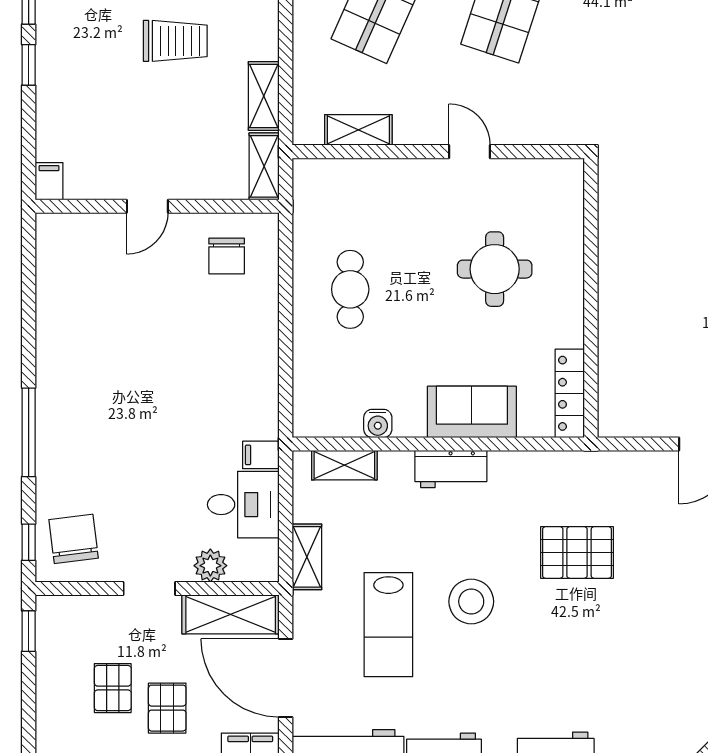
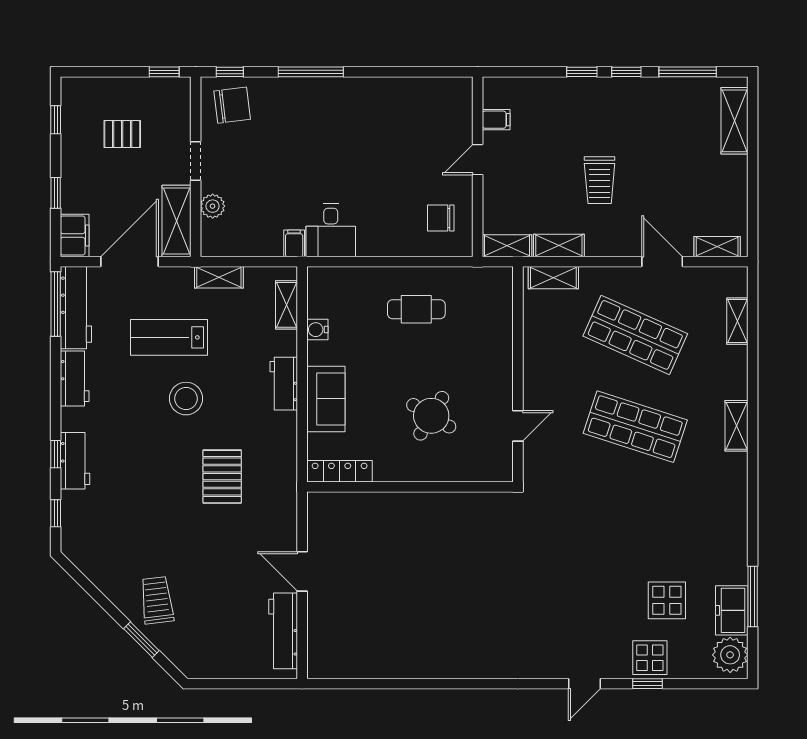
shelving: (358, 130) -> (553, 278), moved, turned 90
door: (470, 152) -> (518, 426), moved
filing cabinet: (49, 181) -> (496, 120), moved
door: (147, 206) -> (478, 160), hinge flipped
round table: (495, 269) -> (431, 416), turned 31
desk: (243, 505) -> (331, 230), moved
pallet: (167, 708) -> (107, 174), removed

